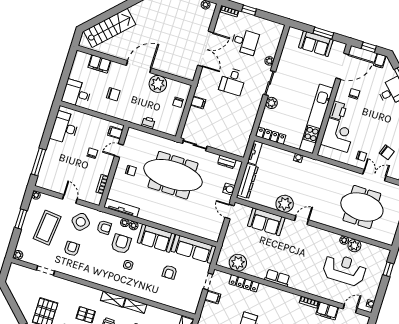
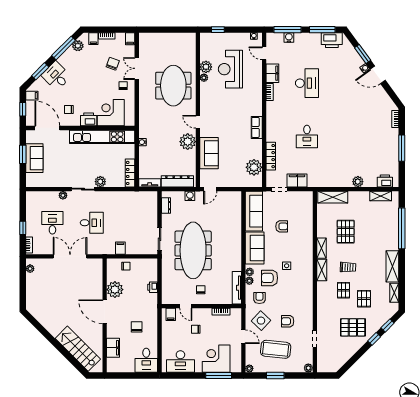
corner desk: (56, 165) -> (216, 359), added
door: (70, 199) -> (243, 337), swing flipped
meeting table: (362, 207) -> (173, 86), moved
filing cabinet: (213, 297) -> (297, 180), width x2.00

